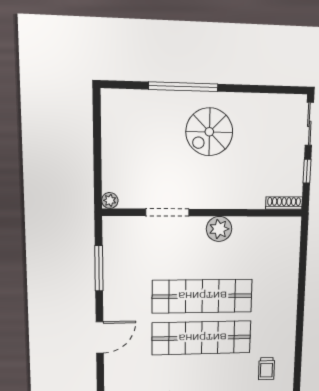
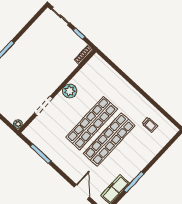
spiral stairs: (209, 132) -> (27, 60), removed
door: (100, 337) -> (82, 192), moved

